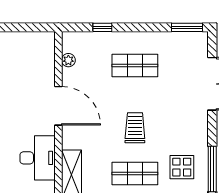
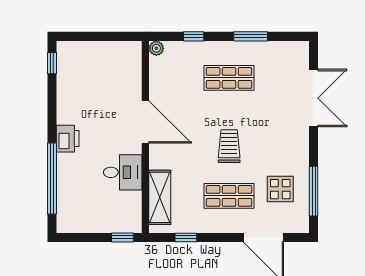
window: (187, 27) -> (251, 36), moved
plant: (68, 60) -> (156, 48), moved
desk: (38, 158) -> (123, 172), width x0.73

